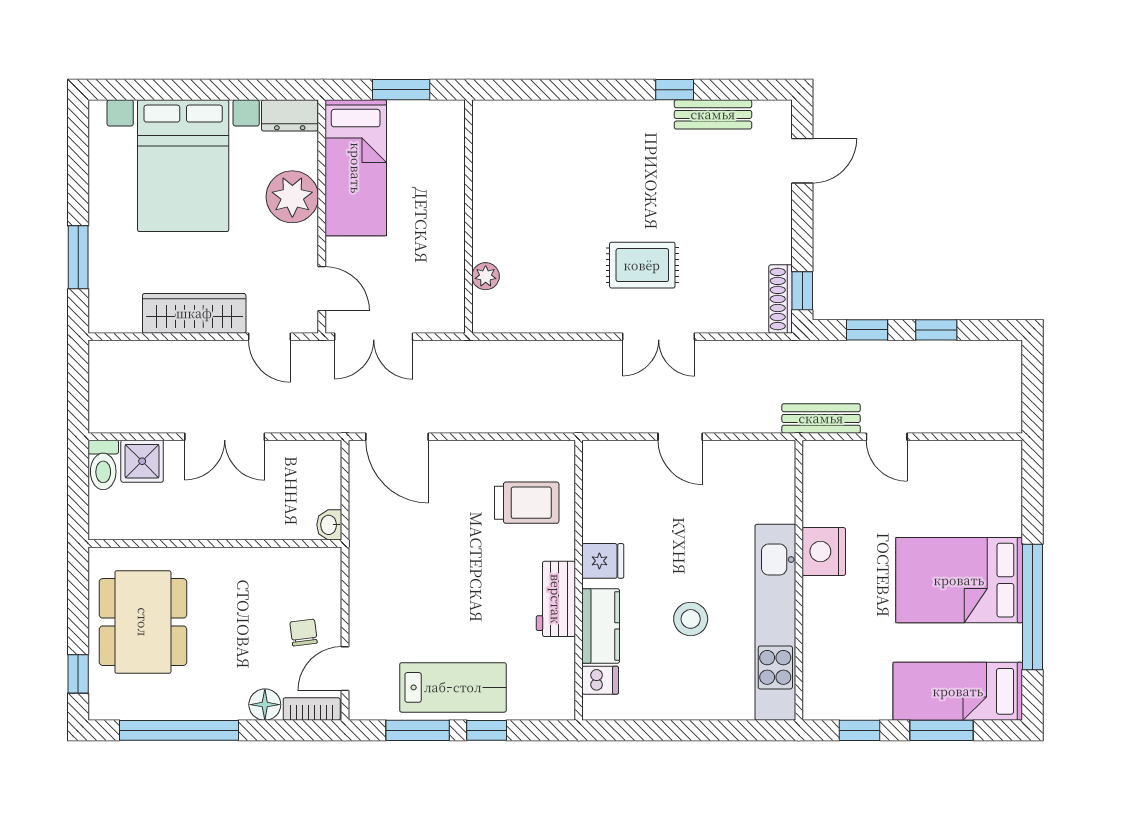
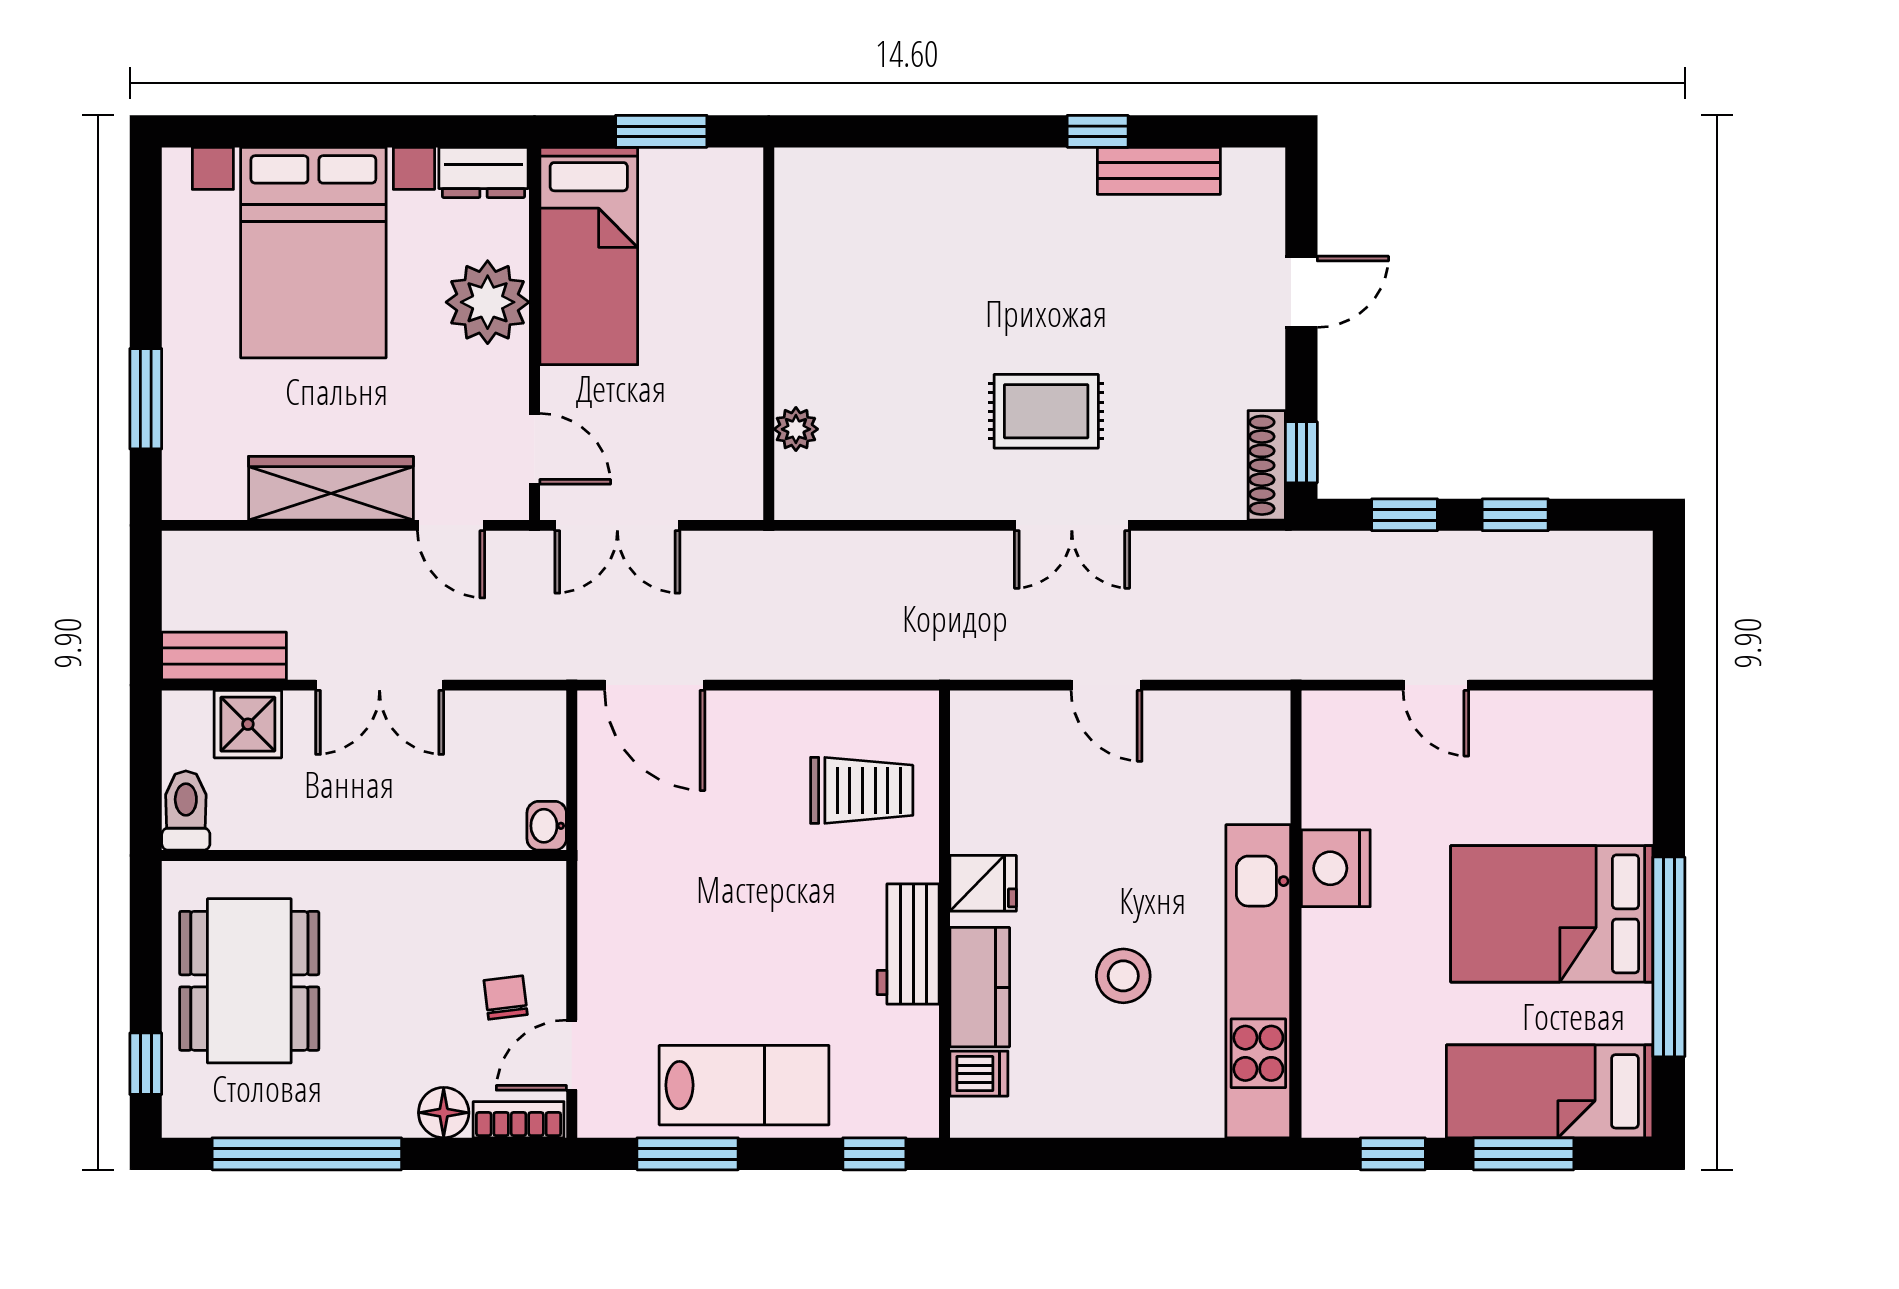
door: (802, 161) -> (1301, 292), moved
bench: (821, 418) -> (224, 656), moved
toilet: (103, 465) -> (186, 811), moved, turned 180
window: (487, 730) -> (874, 1154), moved

